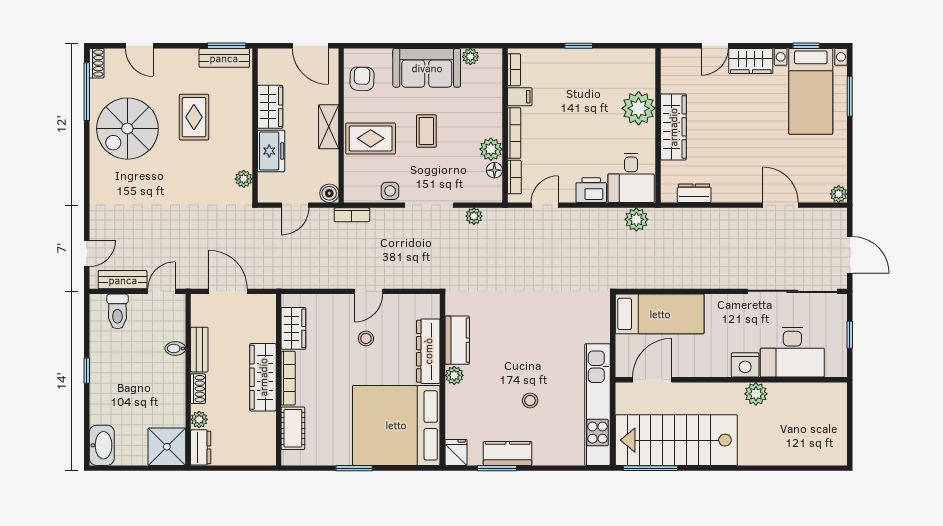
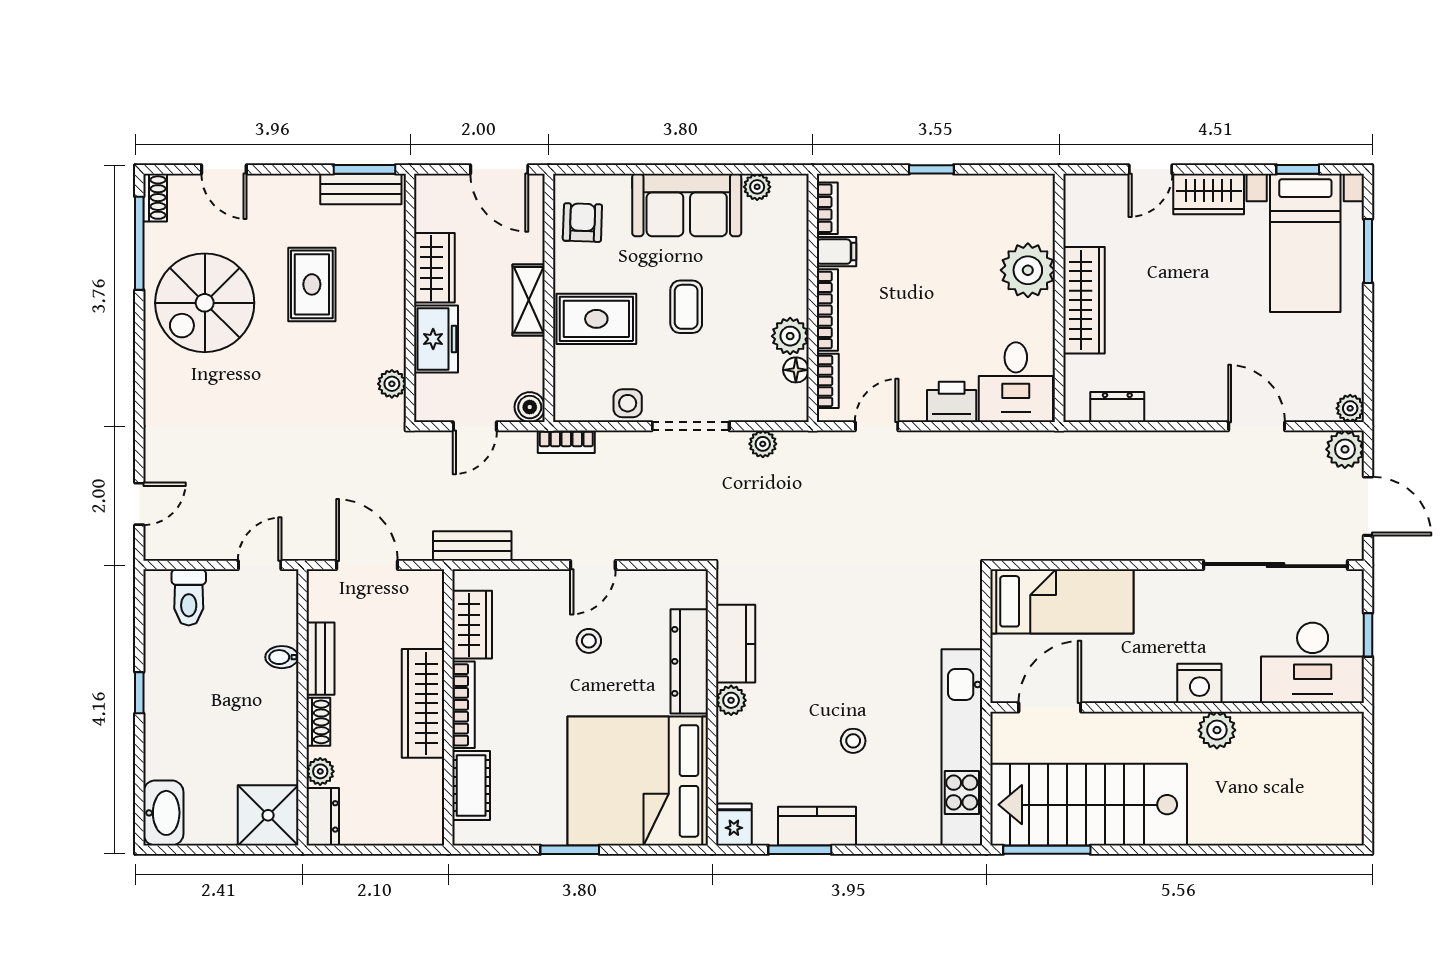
plant: (636, 219) -> (1345, 449), moved
bench: (123, 280) -> (472, 546), moved
desk: (792, 352) -> (1313, 663), moved

